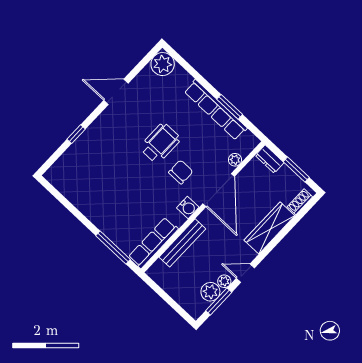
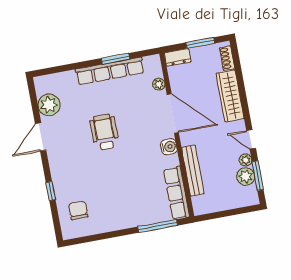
plant: (163, 64) -> (49, 105), moved
chair: (181, 172) -> (78, 210), moved
door: (245, 273) -> (251, 139), hinge flipped

